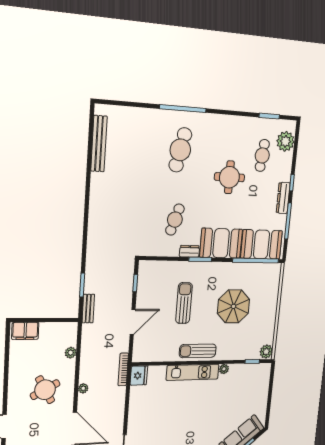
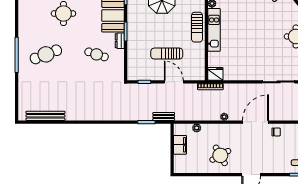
cafe table: (180, 150) -> (46, 54), turned -33
sun lounger: (184, 303) -> (167, 54), moved
filing cabinet: (25, 331) -> (180, 145), moved
round table: (45, 390) -> (220, 155), moved

